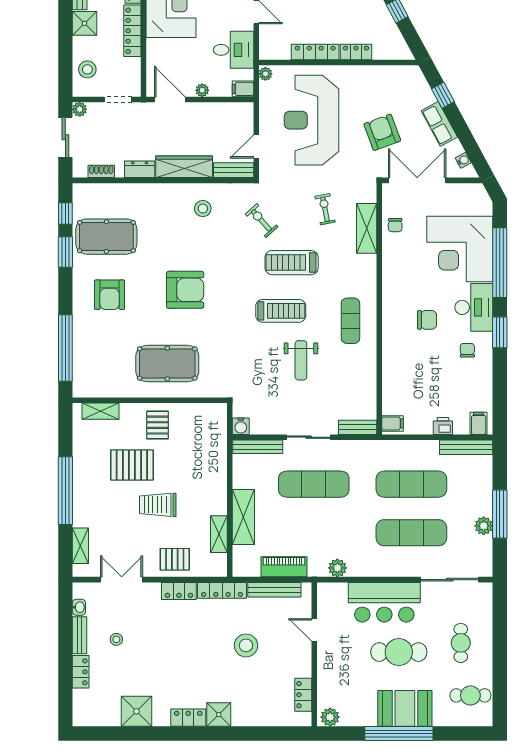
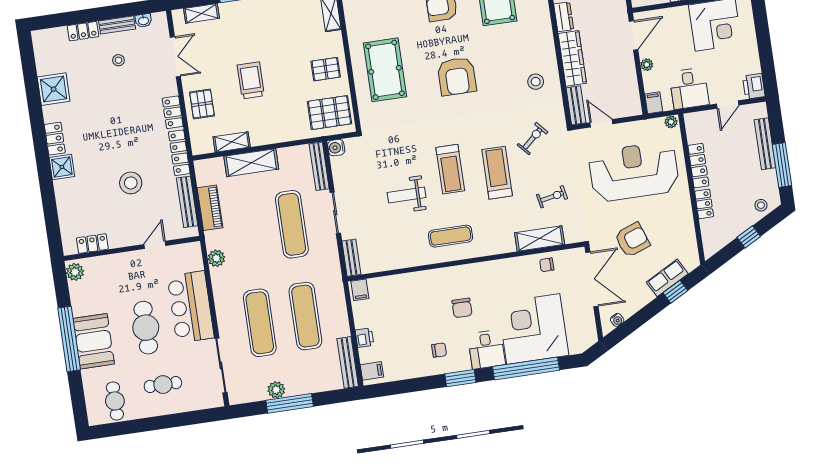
row of seats: (439, 124) -> (667, 278), moved
desk: (474, 307) -> (486, 349), width x0.73
pallet: (132, 465) -> (329, 113), moved, turned 90

